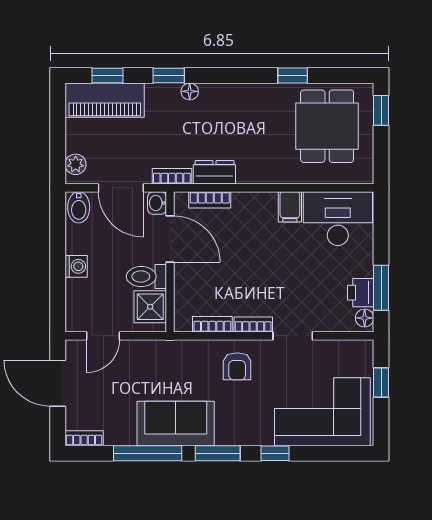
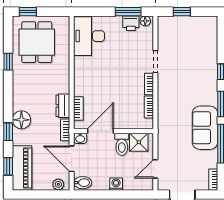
floor lamp: (190, 91) -> (21, 120), width x1.89, depth x1.89
dining table: (327, 126) -> (37, 42), turned 90
door: (121, 188) -> (72, 159), swing flipped
filing cabinet: (290, 207) -> (82, 63), removed
door: (103, 336) -> (155, 169), swing flipped
armchair: (237, 366) -> (173, 93), removed
corner sofa: (322, 412) -> (198, 45), removed

